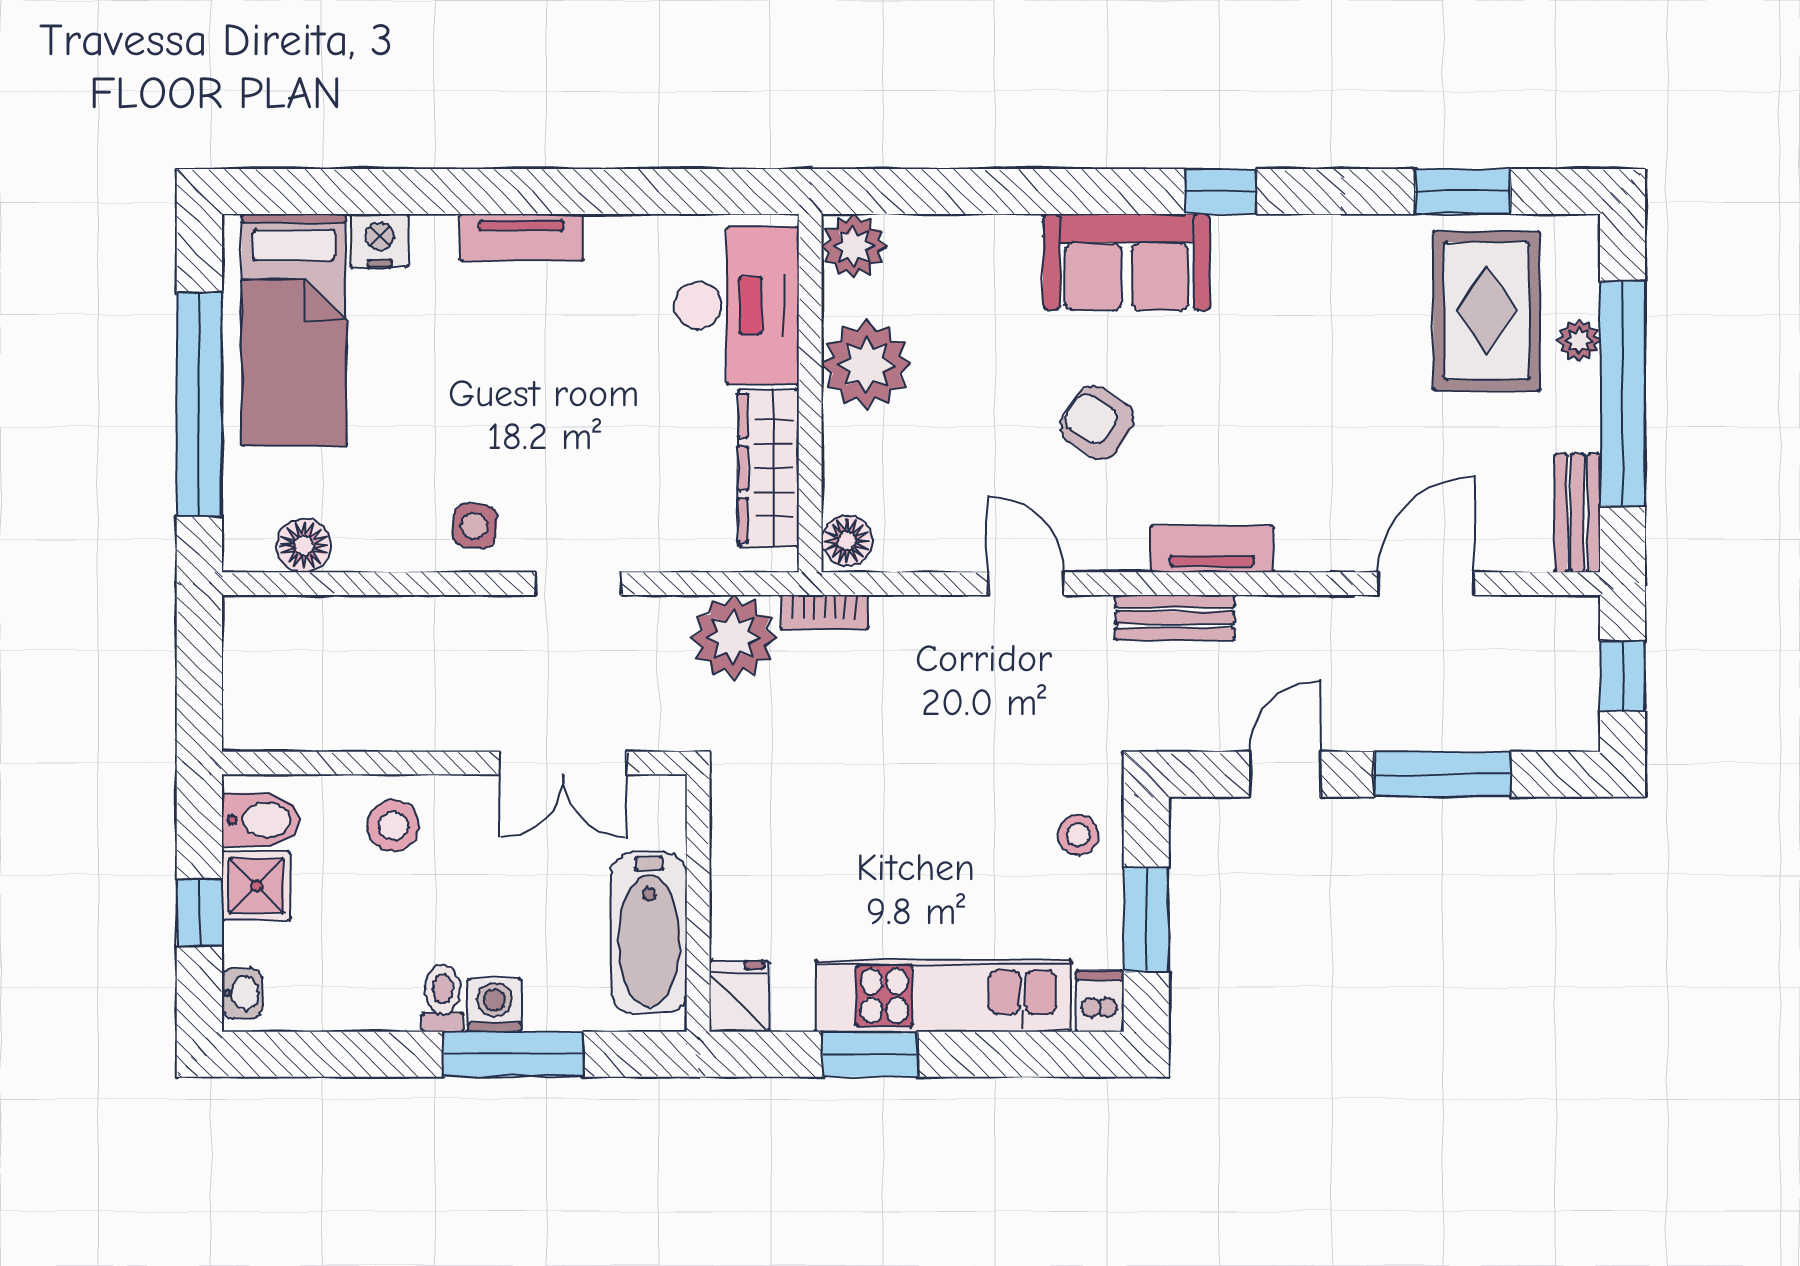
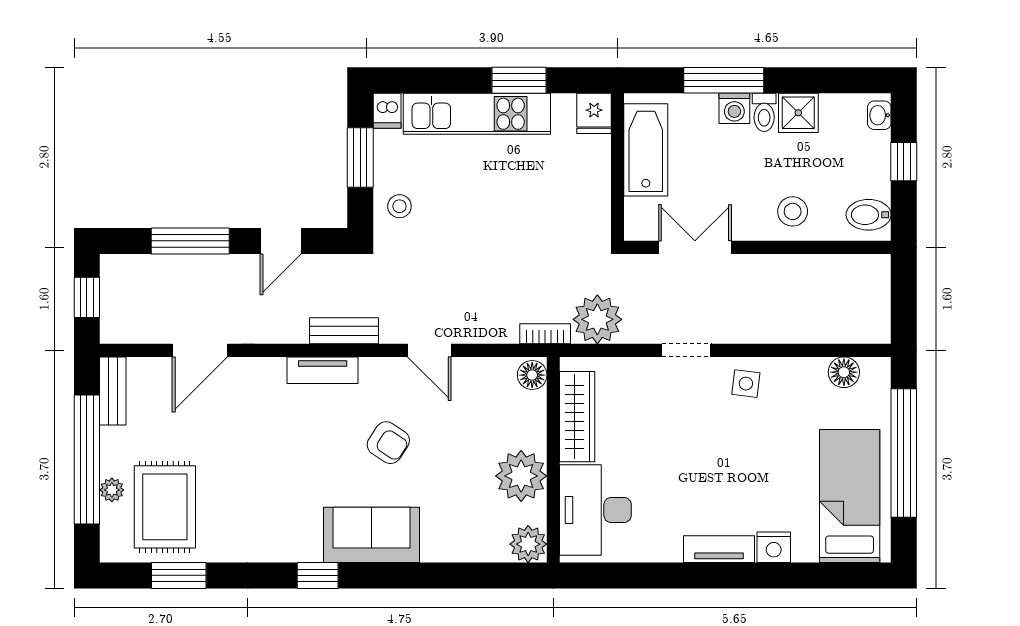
nightstand: (380, 241) -> (774, 547), moved
shower: (256, 886) -> (798, 113), moved

